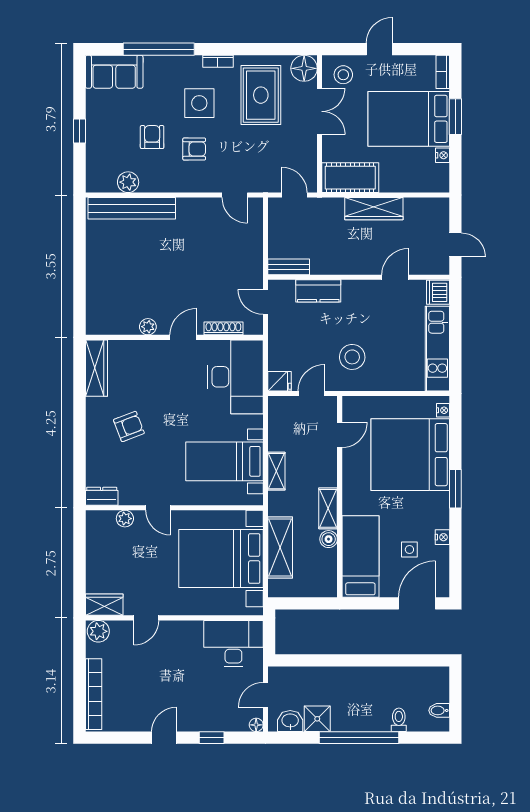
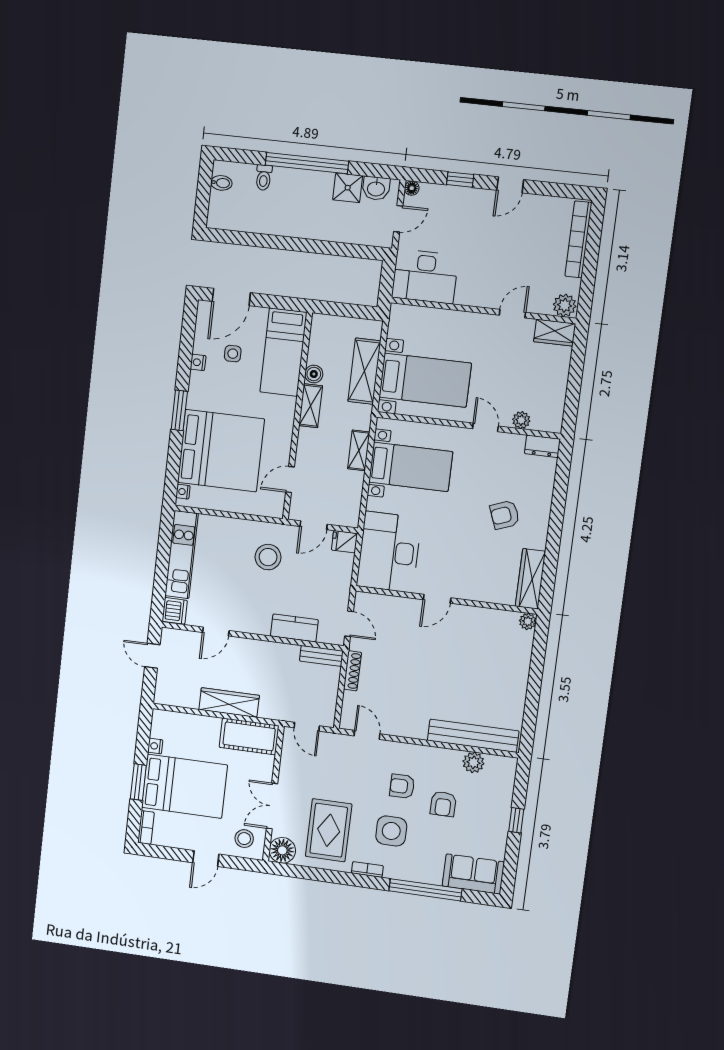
plant: (148, 327) -> (528, 621), moved
shoe rack: (223, 328) -> (353, 671), moved, turned -90
bed with nightstands: (221, 559) -> (425, 380), width x0.73

